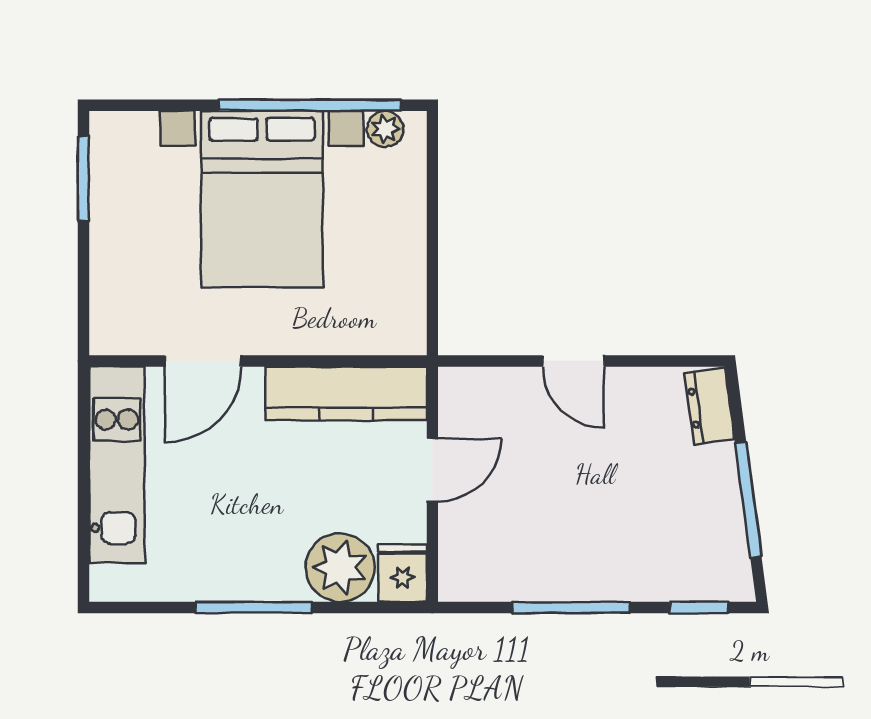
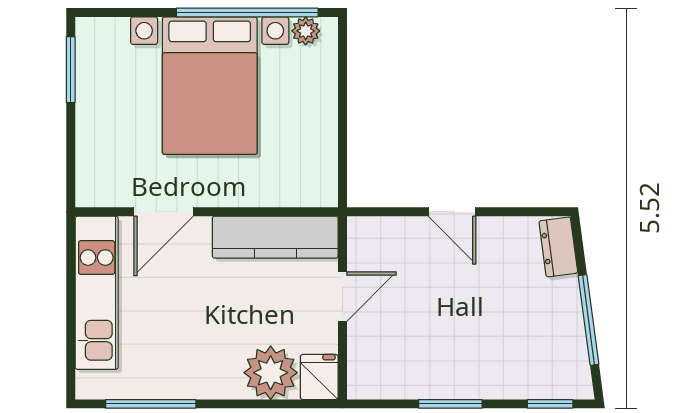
window: (254, 608) -> (151, 404), moved
window: (571, 608) -> (450, 404), width x0.69

